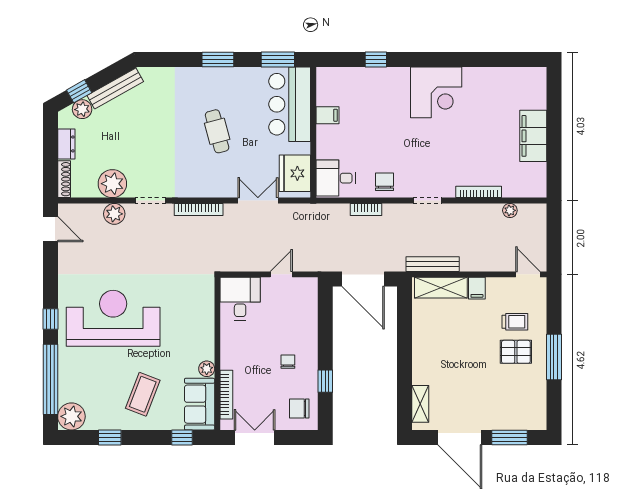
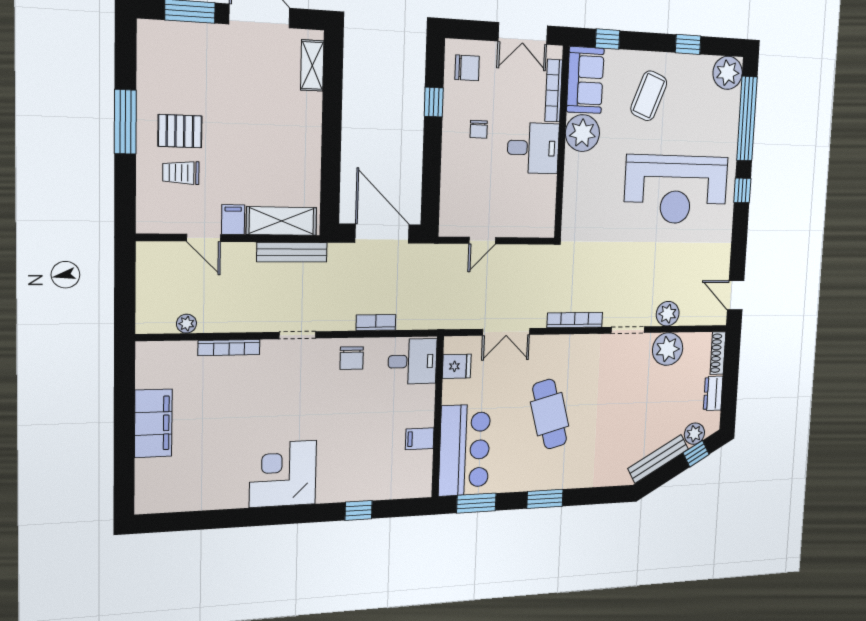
cafe table: (217, 131) -> (550, 414), width x1.37, depth x1.35
fridge: (295, 173) -> (457, 366), width x0.53, depth x0.75
door: (528, 274) -> (204, 238), moved
desk: (240, 299) -> (533, 148), moved, turned -90
plant: (207, 369) -> (582, 133), width x1.88, depth x1.88

